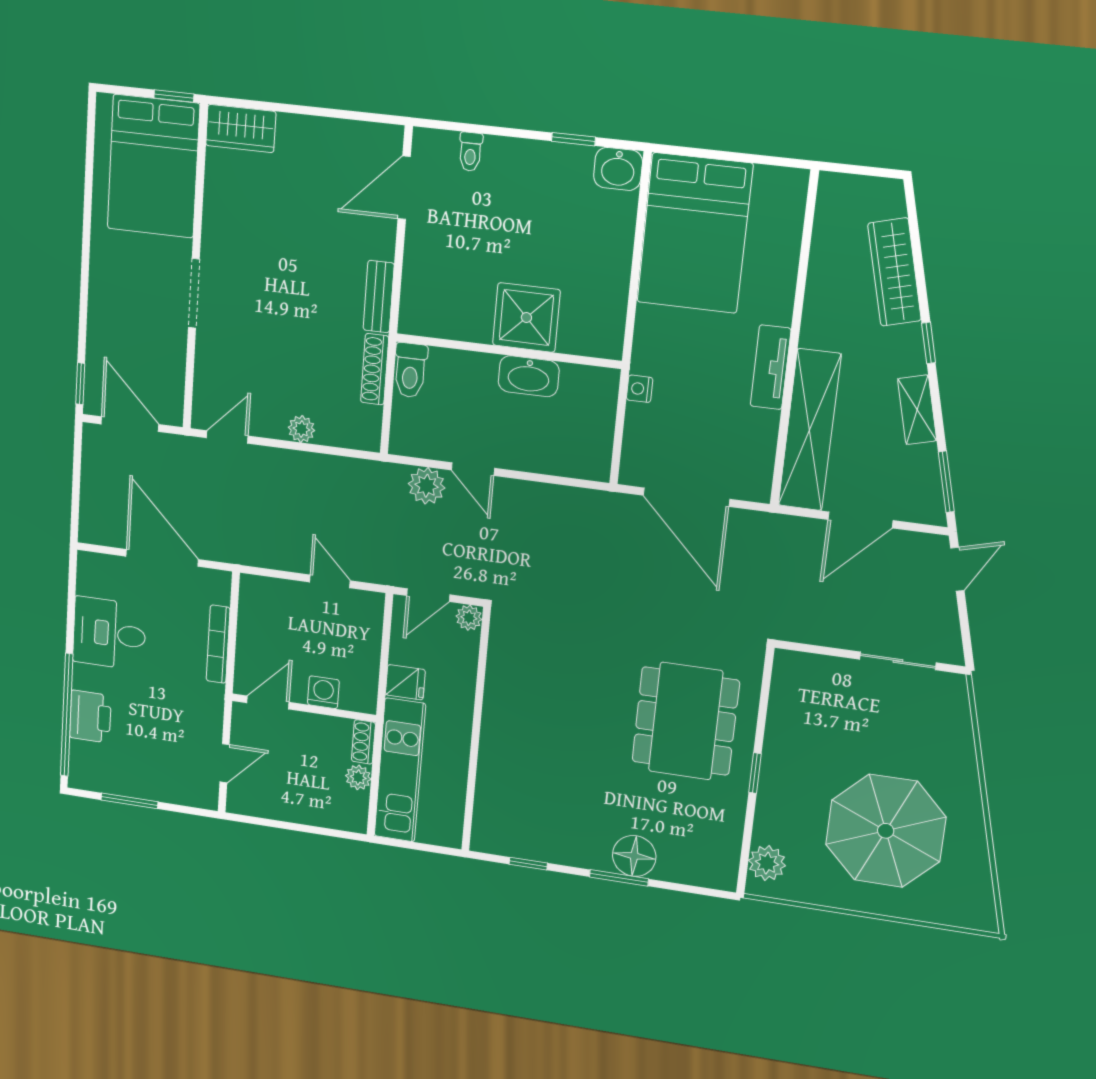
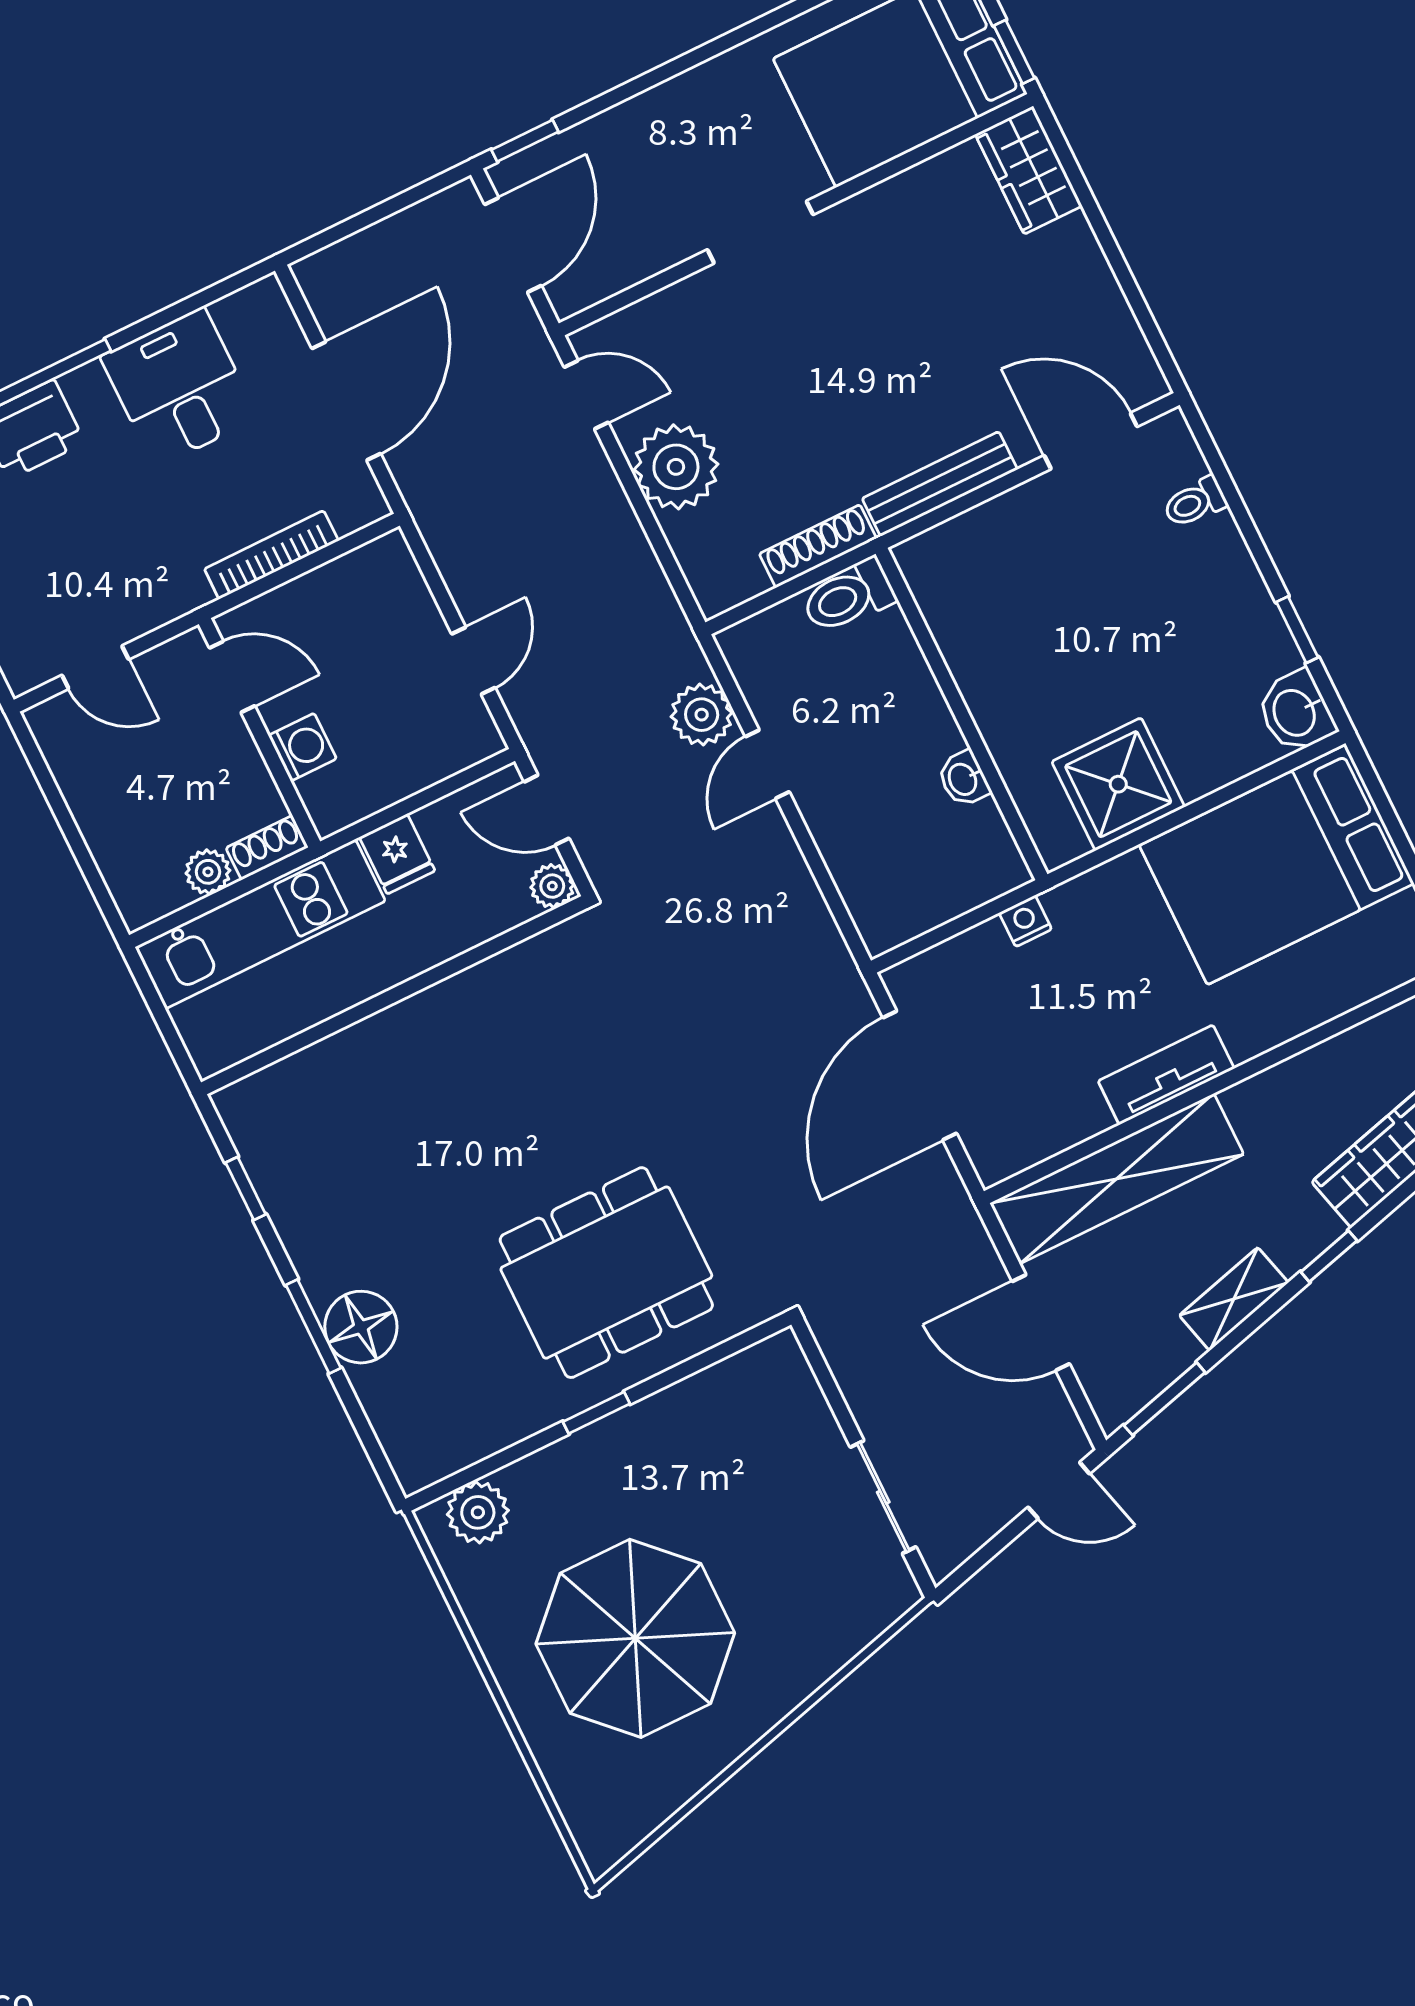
bench: (379, 297) -> (940, 484), width x1.36
shower: (526, 317) -> (1118, 784), moved
washbasin: (529, 376) -> (964, 779), width x0.52, depth x0.69
plant: (301, 429) -> (676, 467), width x1.87, depth x1.87

